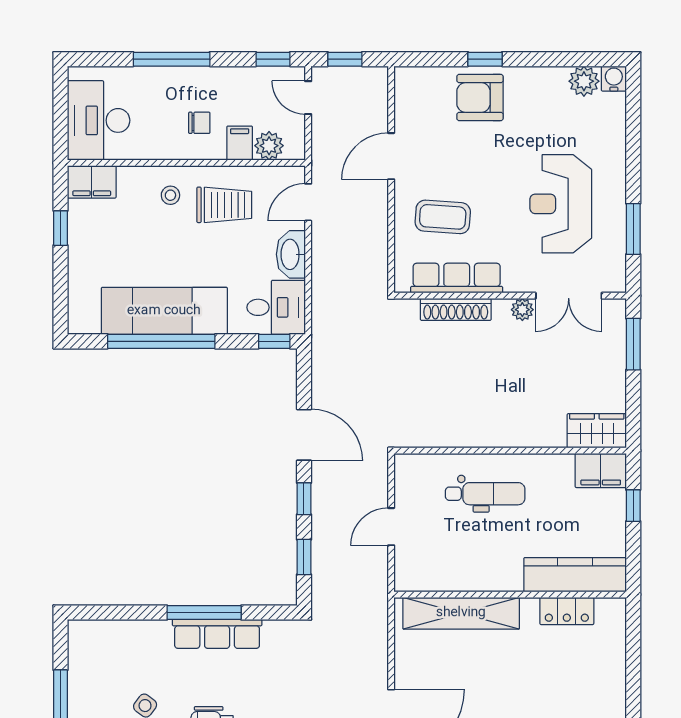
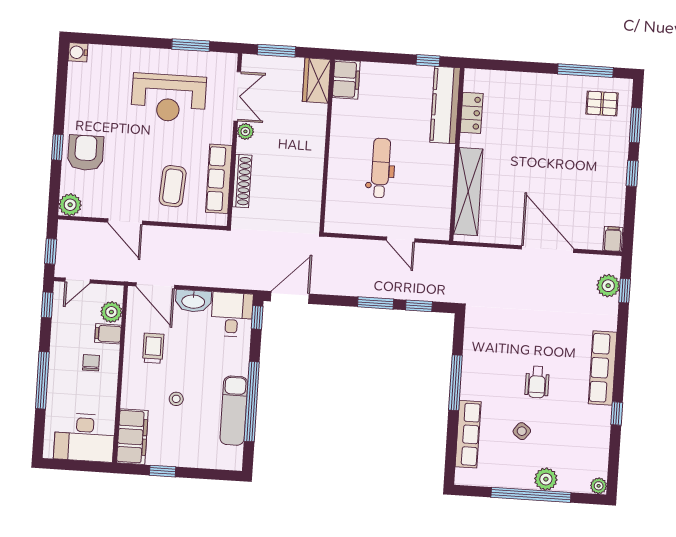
plant: (584, 81) -> (70, 205), moved
armchair: (480, 98) -> (86, 153), turned 180
filing cabinet: (92, 182) -> (132, 437), width x1.50, depth x1.17
stool: (170, 195) -> (176, 399), moved
door: (308, 202) -> (155, 286), width x1.38
trolley: (224, 205) -> (153, 348), width x0.73, depth x0.72
exam couch: (164, 311) -> (234, 411), width x0.73, depth x0.69
wardrobe: (597, 431) -> (316, 80), moved
door: (304, 435) -> (290, 297), moved
wall: (510, 451) -> (327, 146), moved
filing cabinet: (601, 470) -> (346, 79), moved
window: (304, 499) -> (376, 303), width x1.50
window: (633, 506) -> (428, 60), moved
row of seats: (217, 634) -> (468, 434), moved

